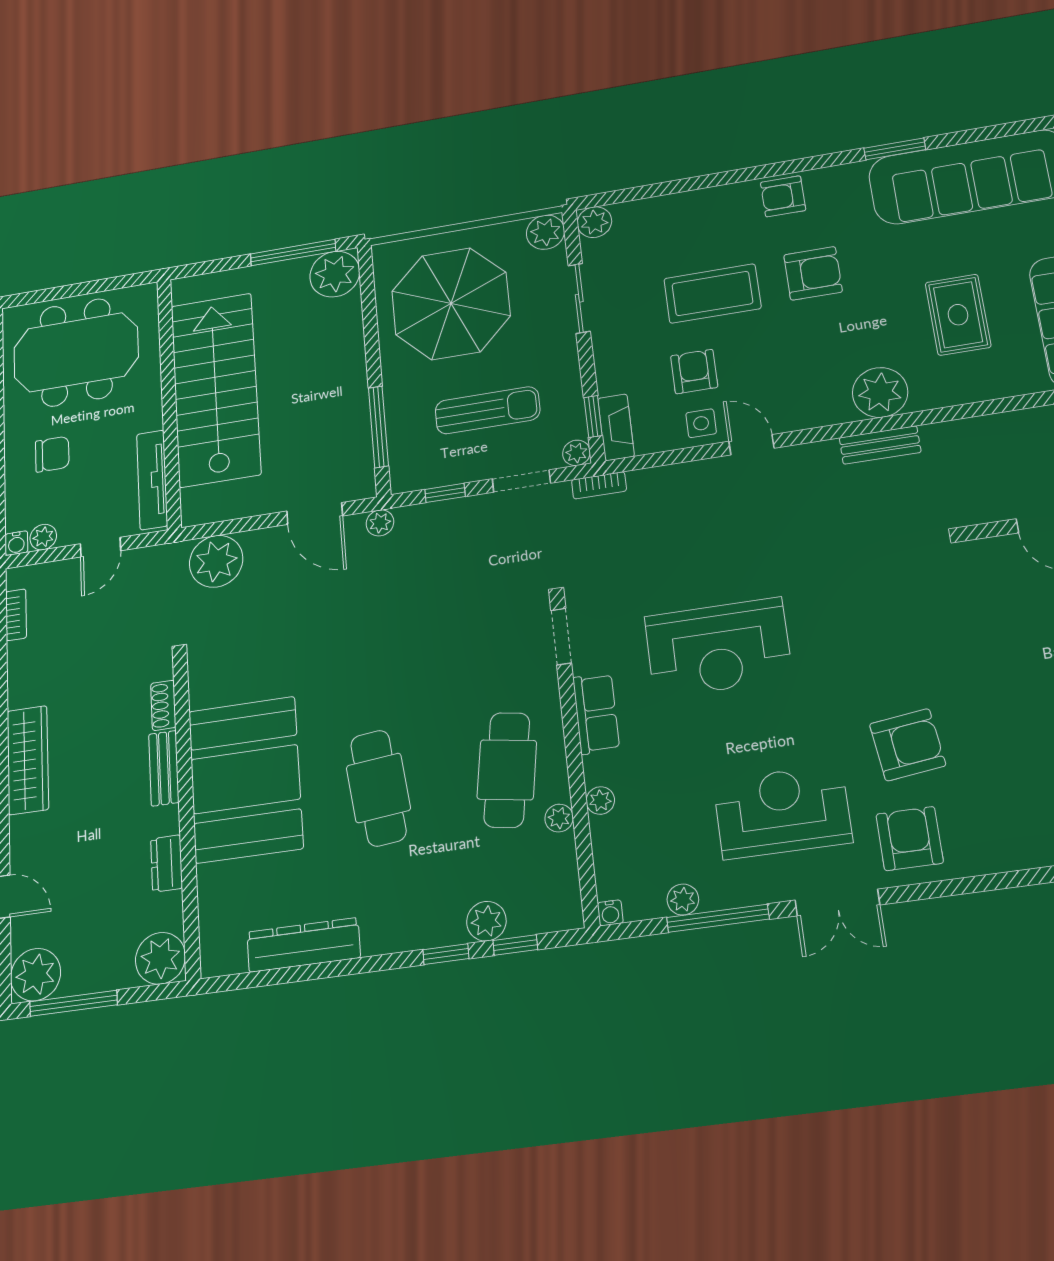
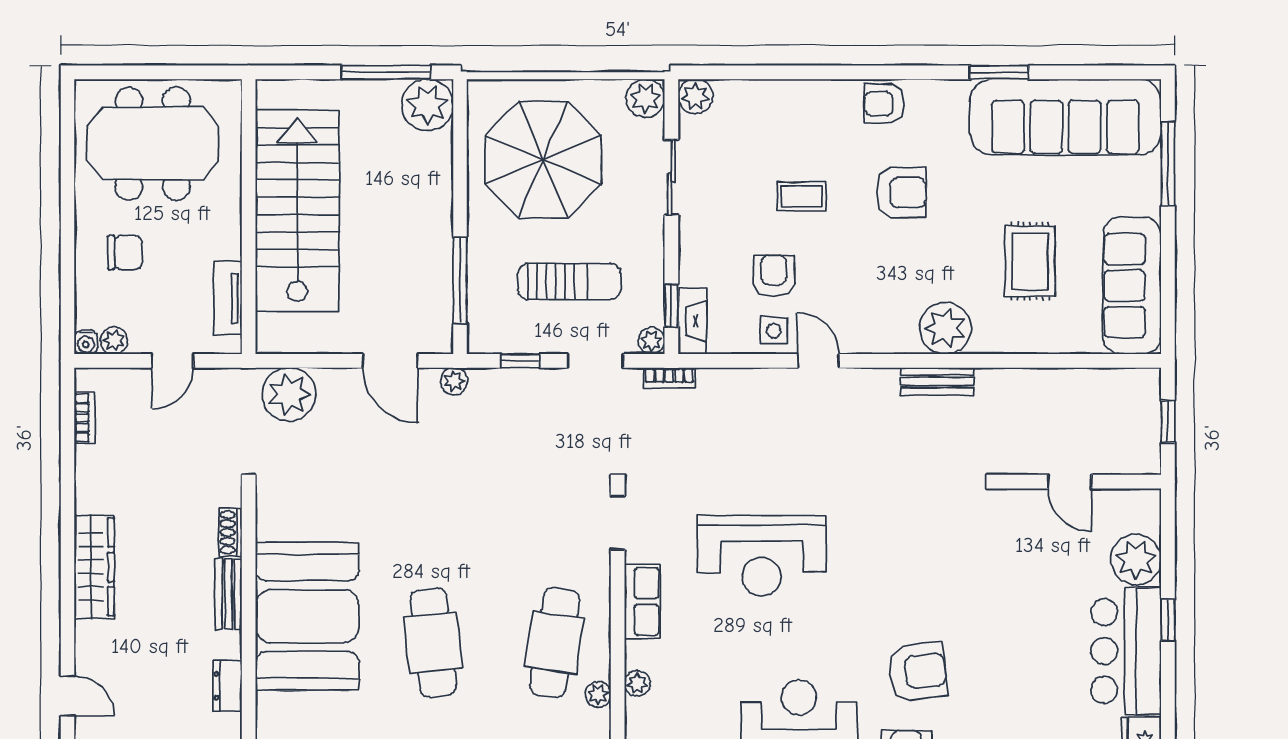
coffee table: (712, 294) -> (802, 196), width x0.54, depth x0.58
tv unit: (152, 480) -> (228, 298), width x0.71

